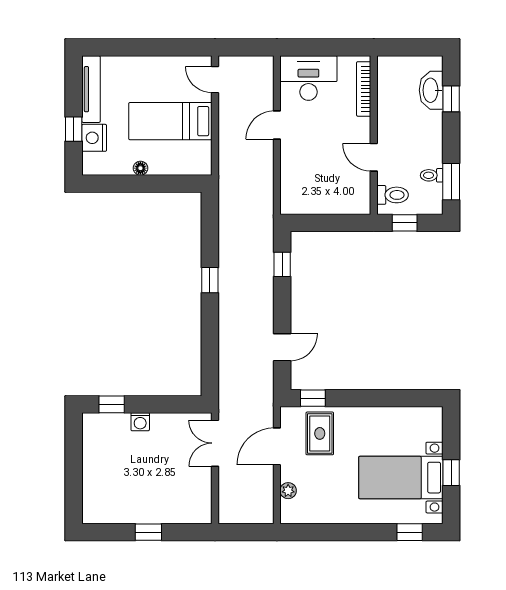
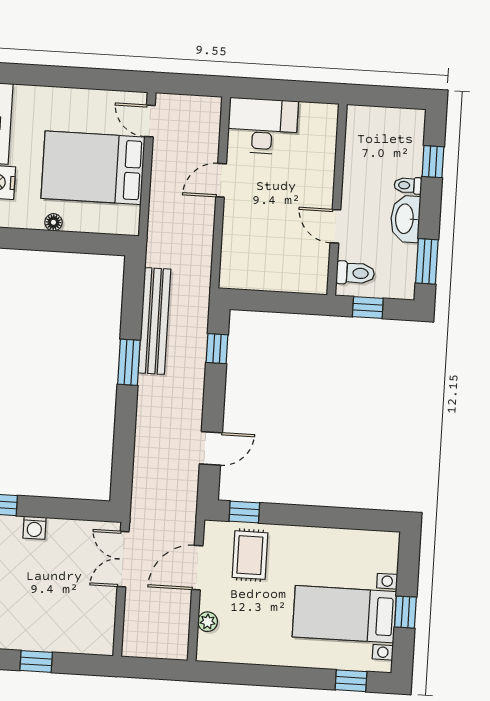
bookcase: (364, 89) -> (328, 143), removed
washbasin: (431, 90) -> (405, 219), moved
bed: (170, 121) -> (93, 168), width x1.50
toilet: (432, 175) -> (408, 185), moved
bench: (229, 245) -> (154, 321), added
window: (210, 280) -> (129, 362), width x1.50

